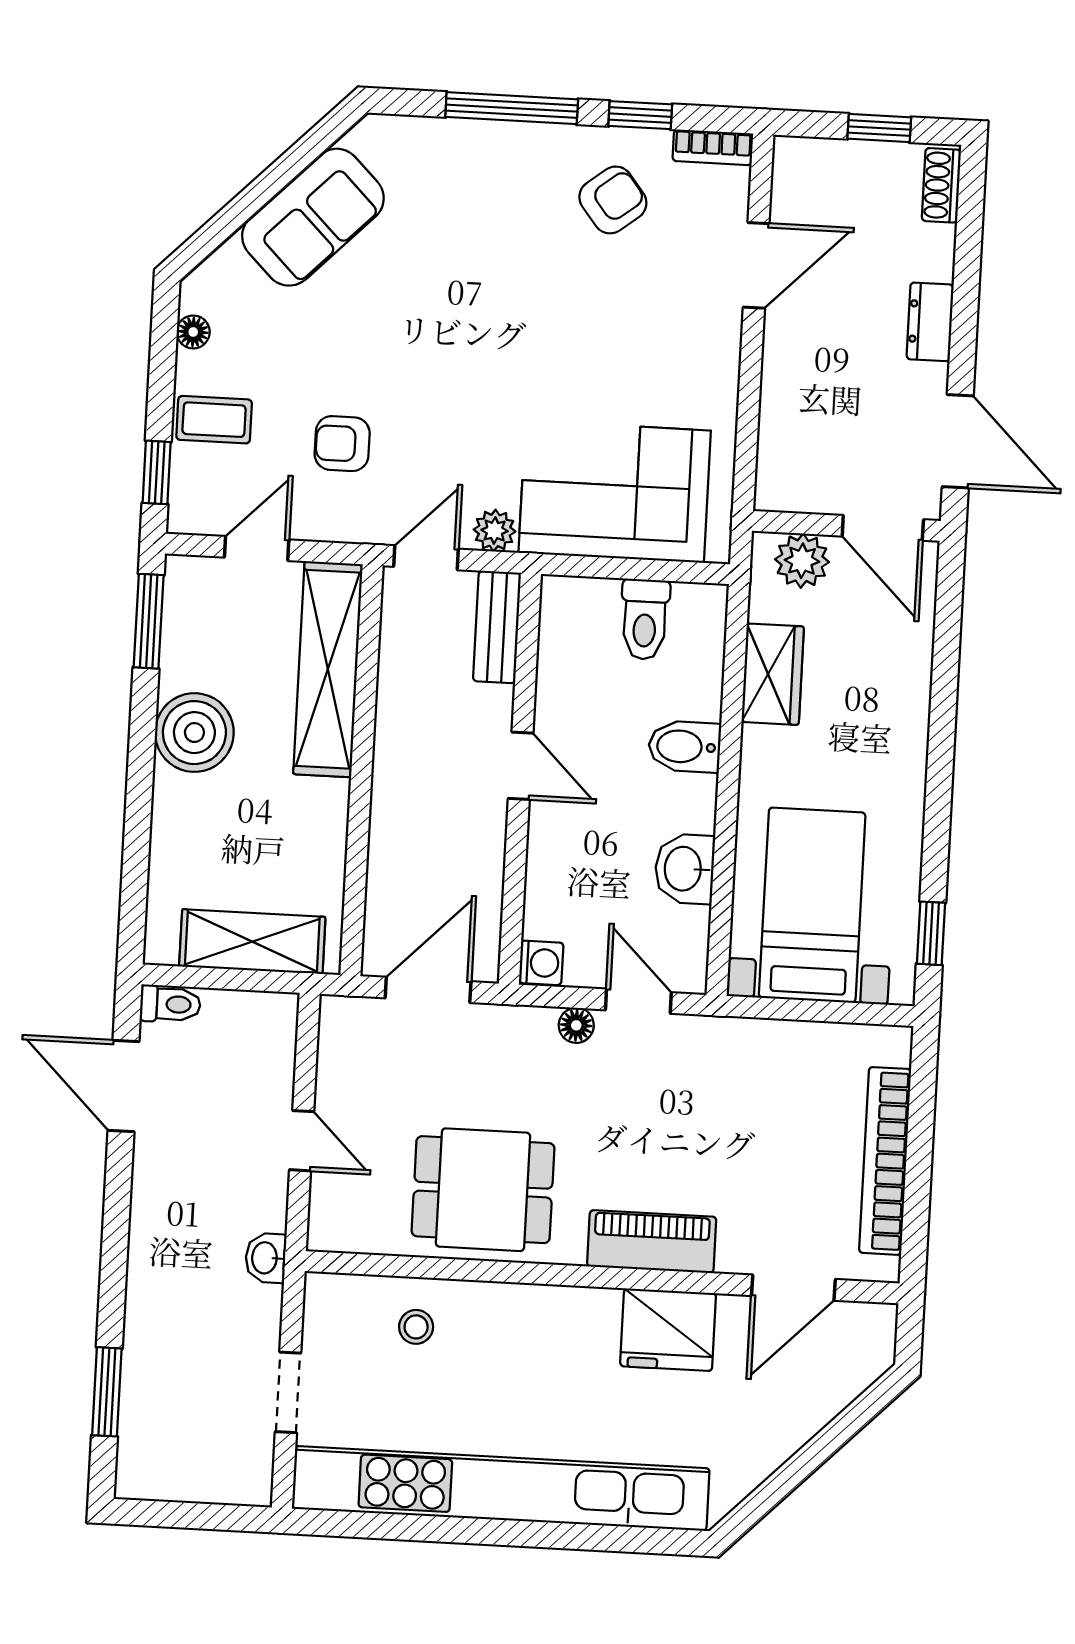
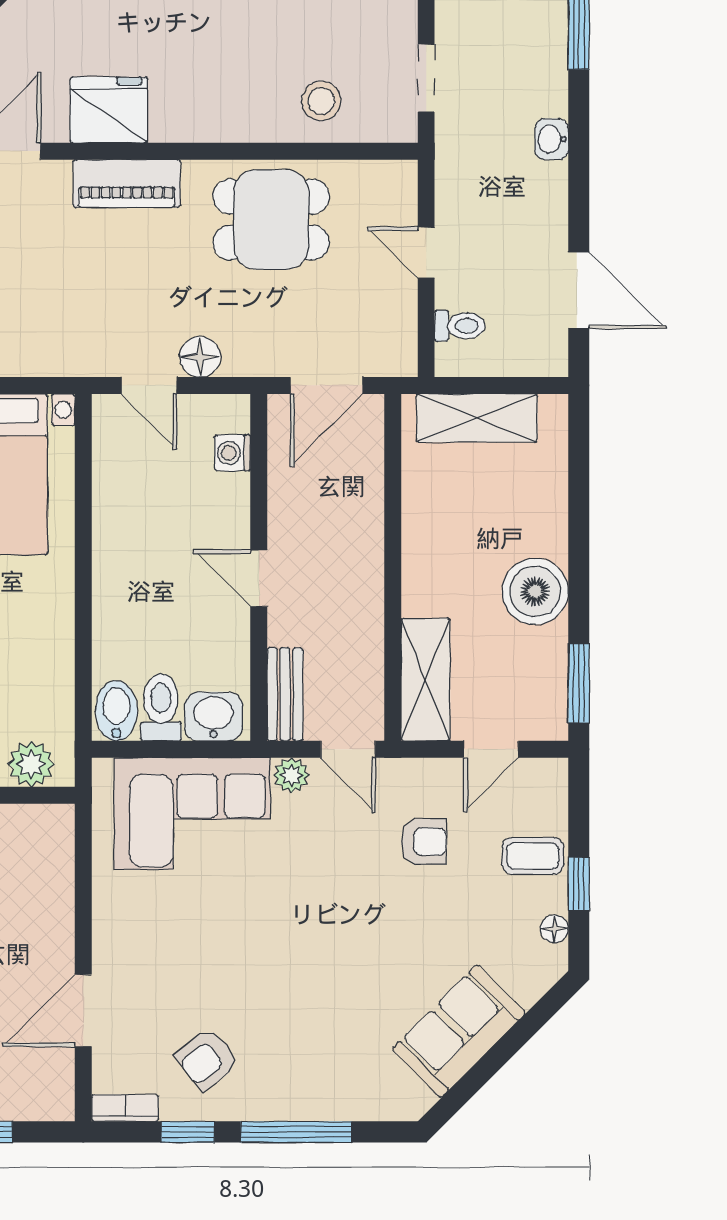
window: (157, 472) -> (579, 884), moved
door: (426, 558) -> (348, 749), hinge flipped
shelving: (328, 669) -> (426, 680), width x0.68
wardrobe: (773, 674) -> (51, 667), removed
bidet: (684, 747) -> (116, 711), moved, turned -90
washbasin: (685, 869) -> (214, 716), moved, turned -90
washing machine: (541, 963) -> (233, 453), moved
toilet: (170, 1004) -> (460, 326), moved, turned 180
floor lamp: (576, 1025) -> (200, 357), width x1.37, depth x1.37
washbasin: (266, 1258) -> (552, 139), moved, turned 180
stool: (416, 1327) -> (321, 101), width x1.37, depth x1.37
doorway: (288, 1392) -> (426, 78), moved

